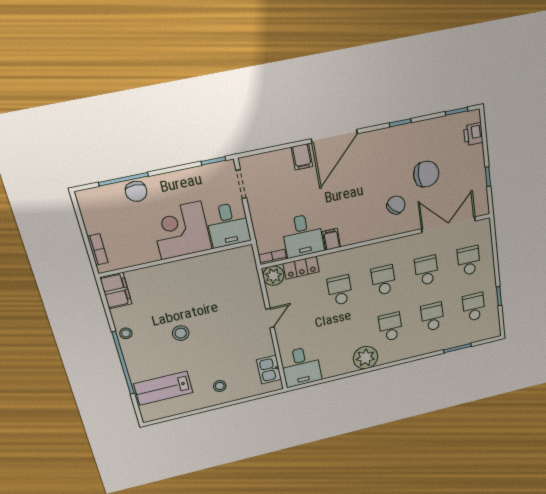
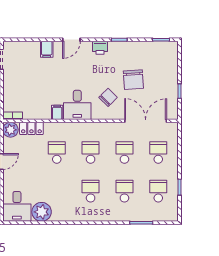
printer: (473, 134) -> (100, 48), moved, turned -90
door: (334, 136) -> (71, 40), width x0.53
chair: (426, 174) -> (133, 80), turned 86
desk: (303, 236) -> (77, 105), moved
plant: (366, 358) -> (42, 212), moved

